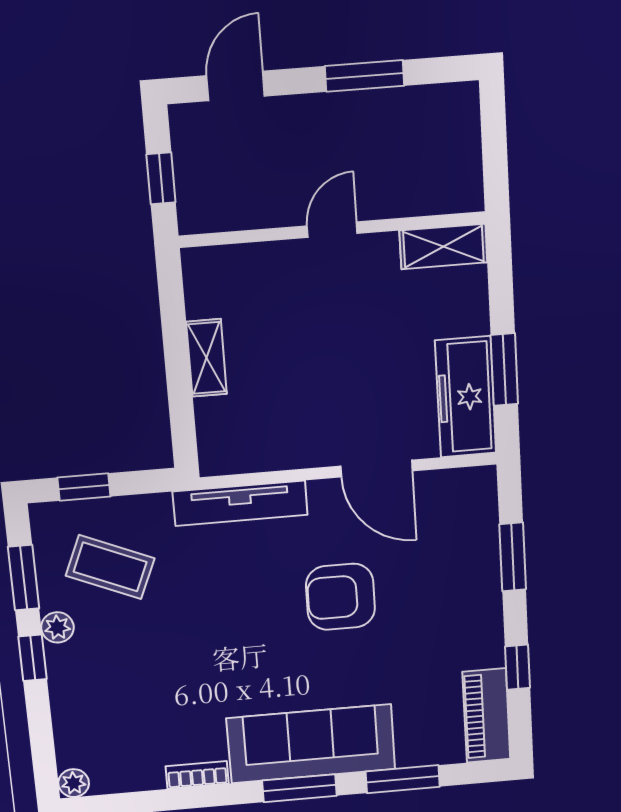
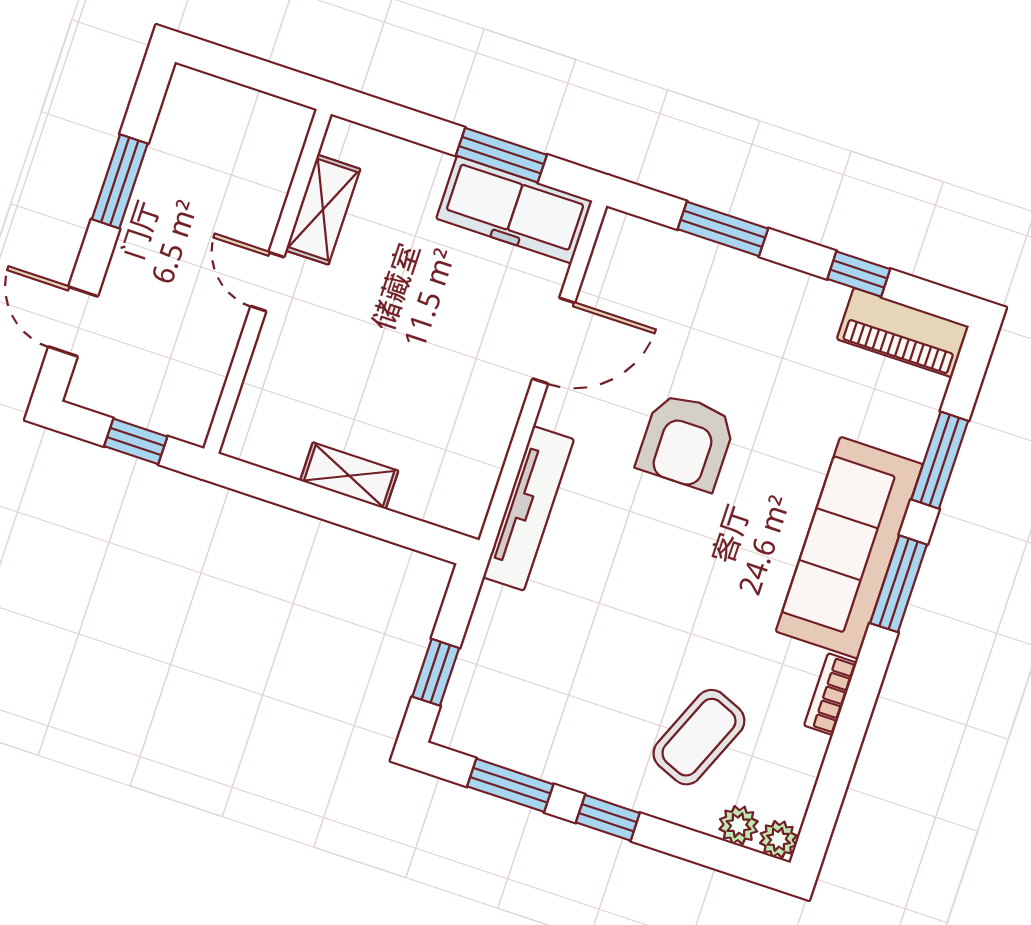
shelving: (443, 246) -> (323, 210), moved
coffee table: (110, 567) -> (699, 737), moved
plant: (57, 627) -> (739, 825), moved

